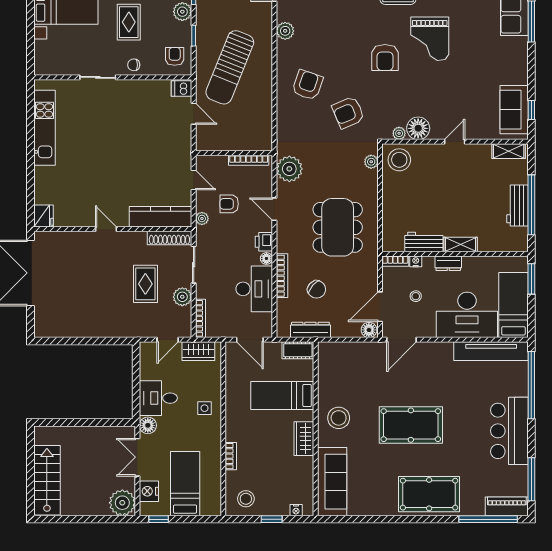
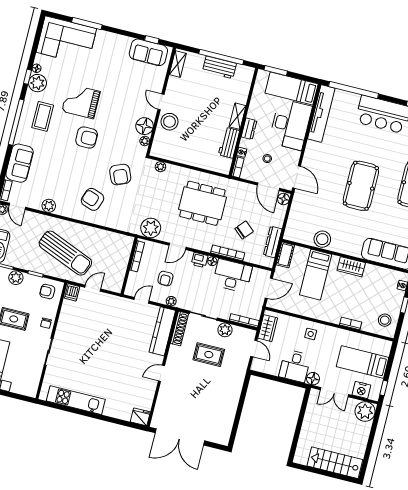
grand piano: (430, 39) -> (81, 101), turned 180
stool: (399, 160) -> (169, 122), moved
stool: (339, 418) -> (322, 239), moved

